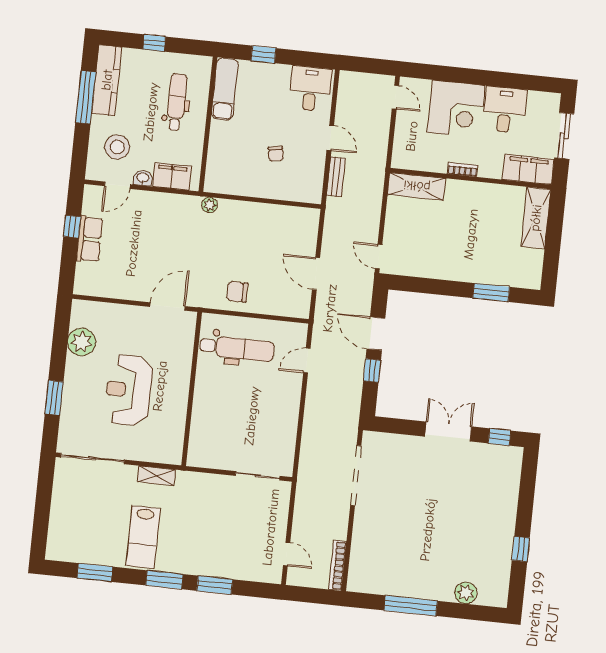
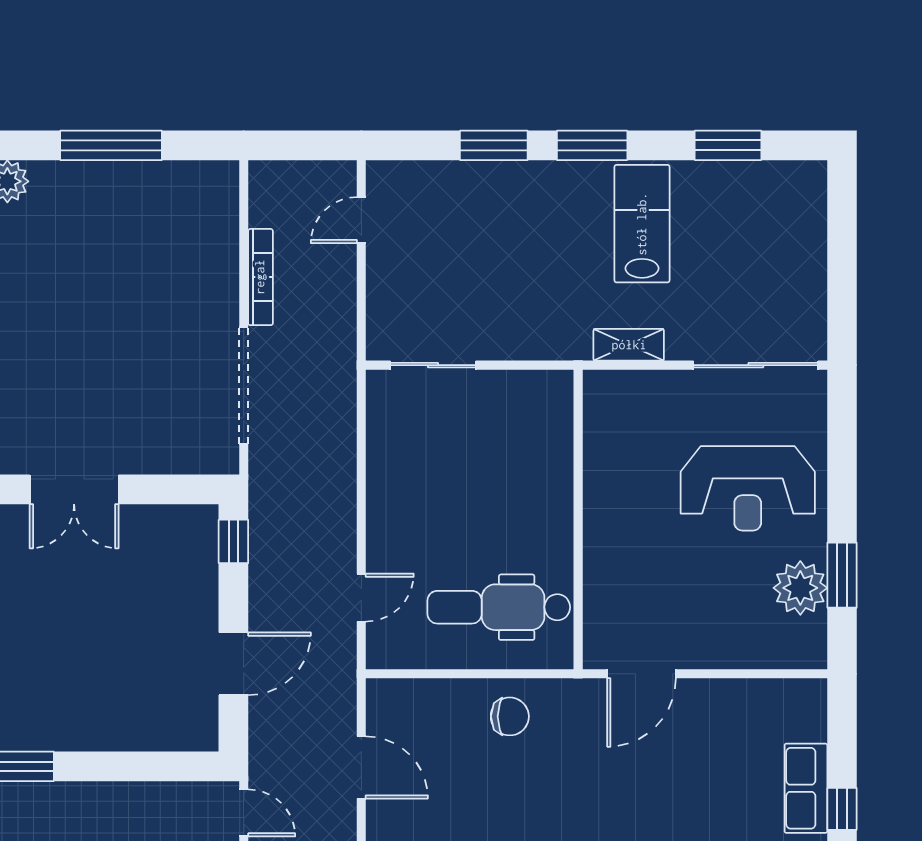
door: (376, 334) -> (233, 664), hinge flipped
window: (372, 371) -> (233, 541), moved
reception desk: (128, 390) -> (748, 488), moved, turned 90
window: (54, 398) -> (842, 575), moved
door: (287, 554) -> (361, 220), hinge flipped
bookcase: (338, 565) -> (260, 277), moved

